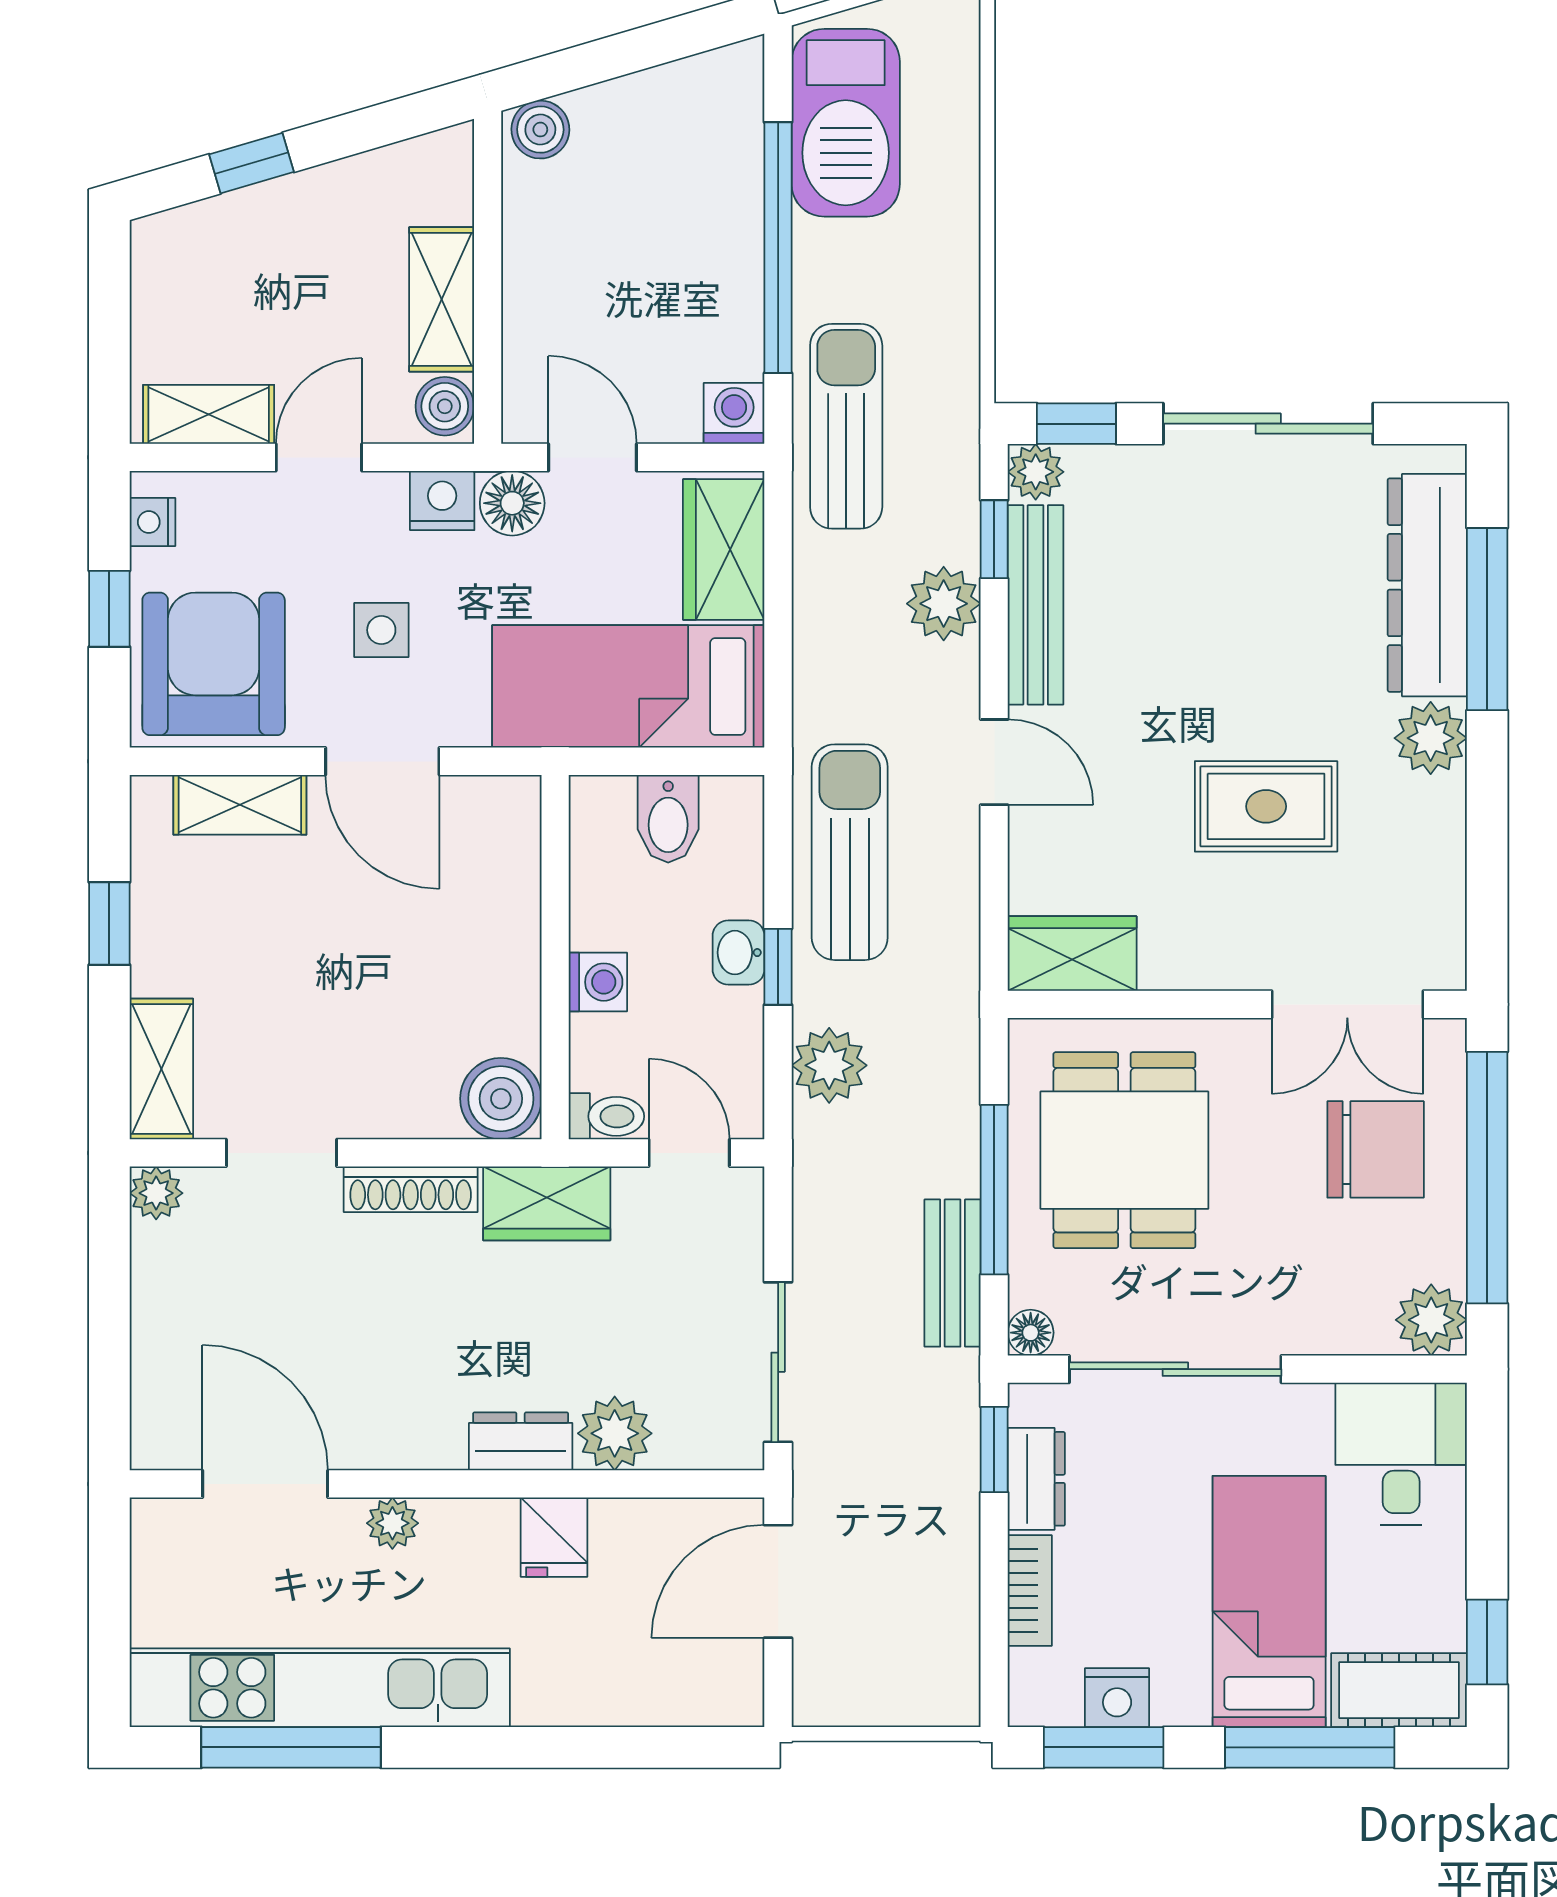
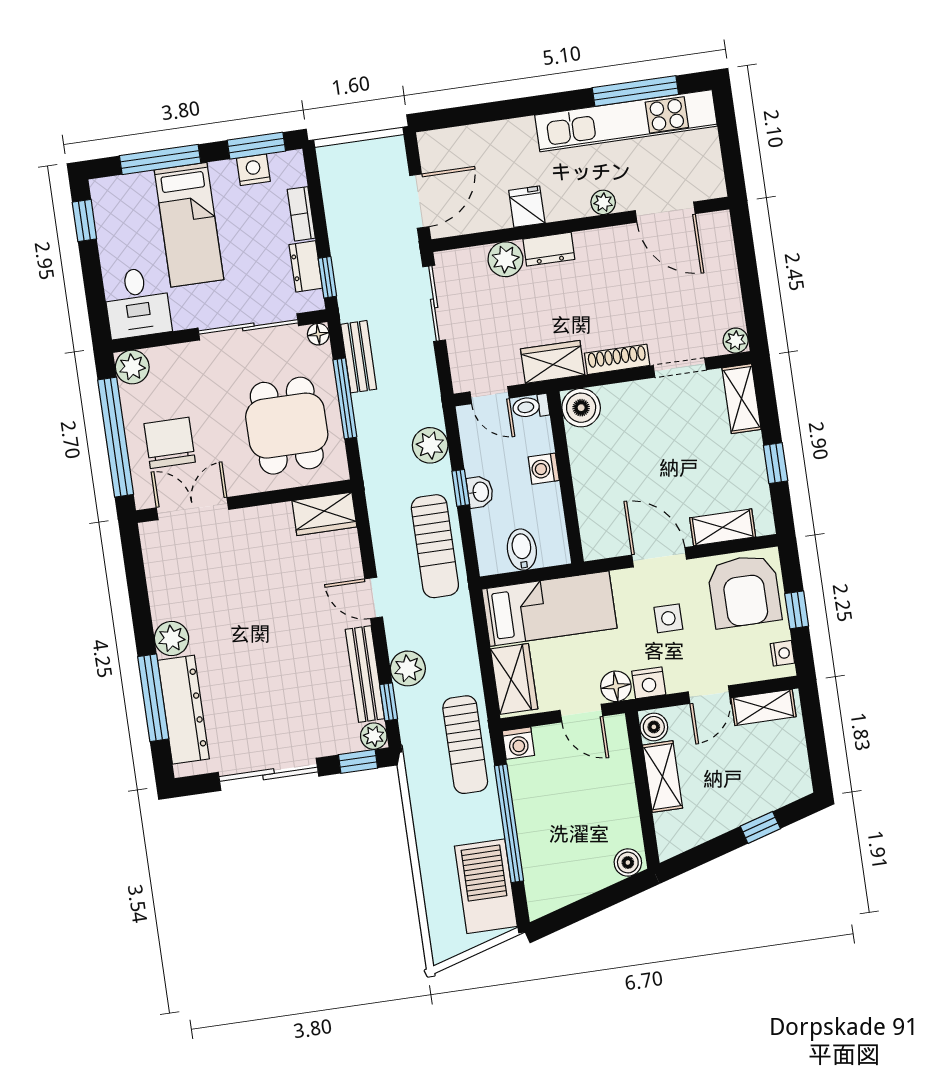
rug: (1266, 806) -> (244, 596), removed
chair: (1376, 1149) -> (170, 443), turned 90
cot: (1399, 1690) -> (122, 192), removed

